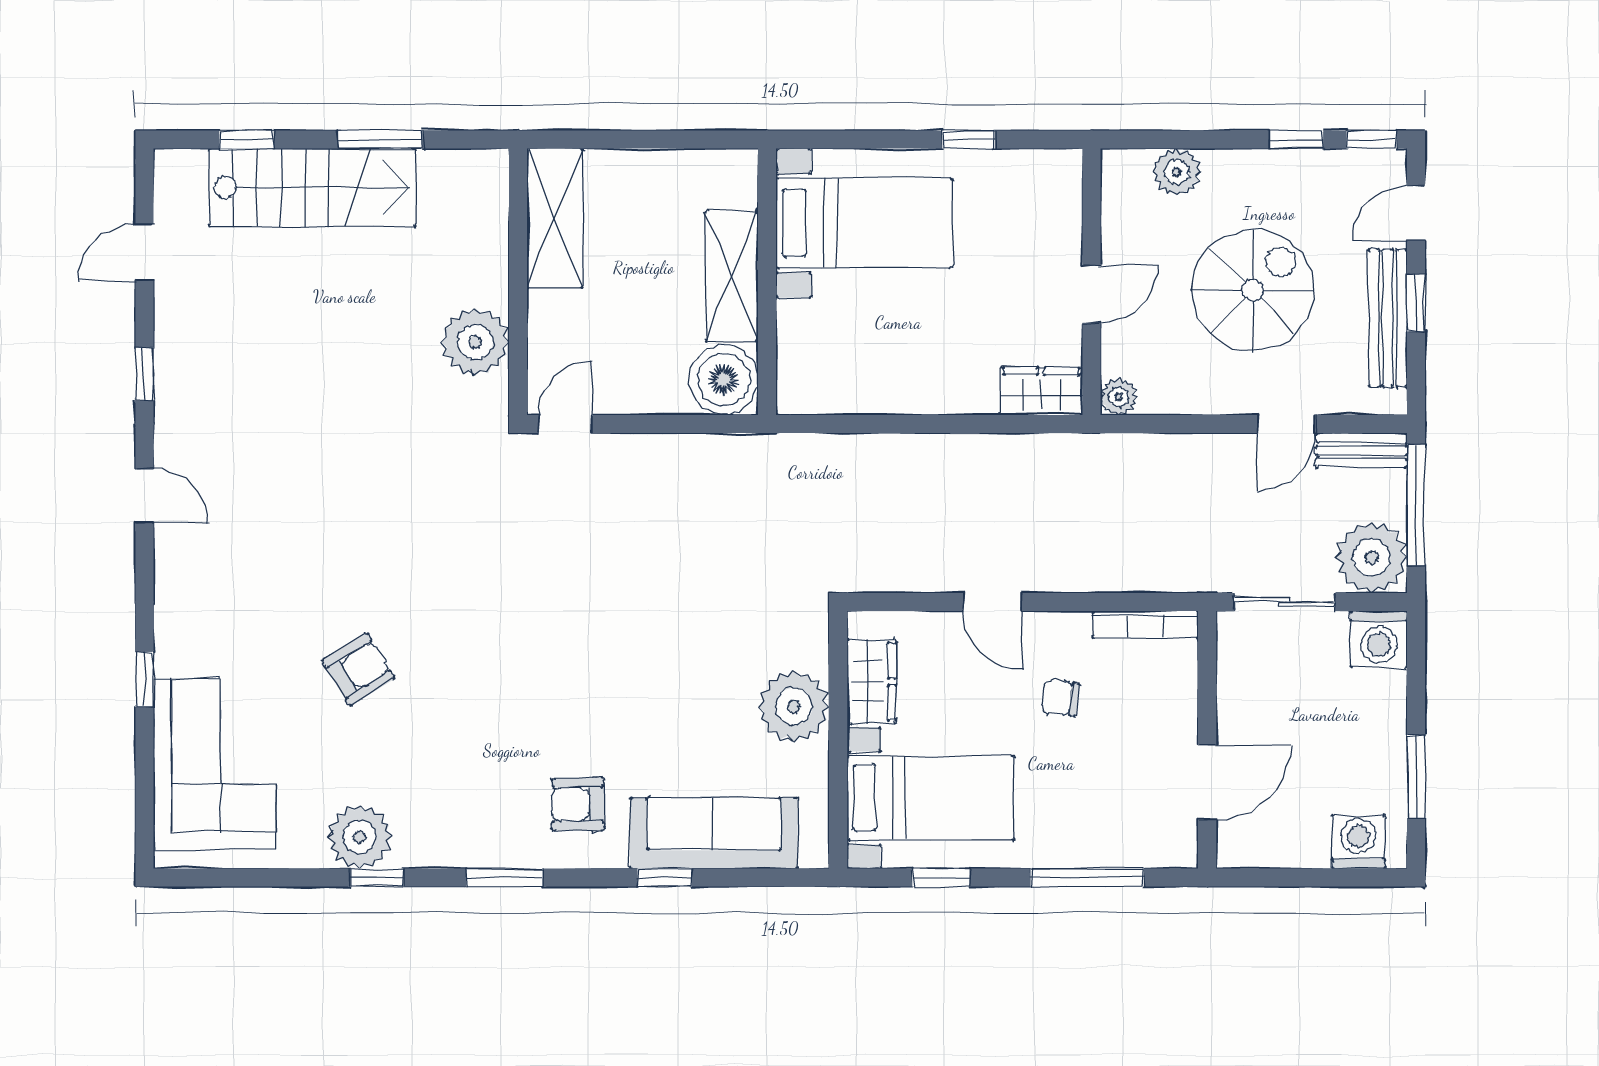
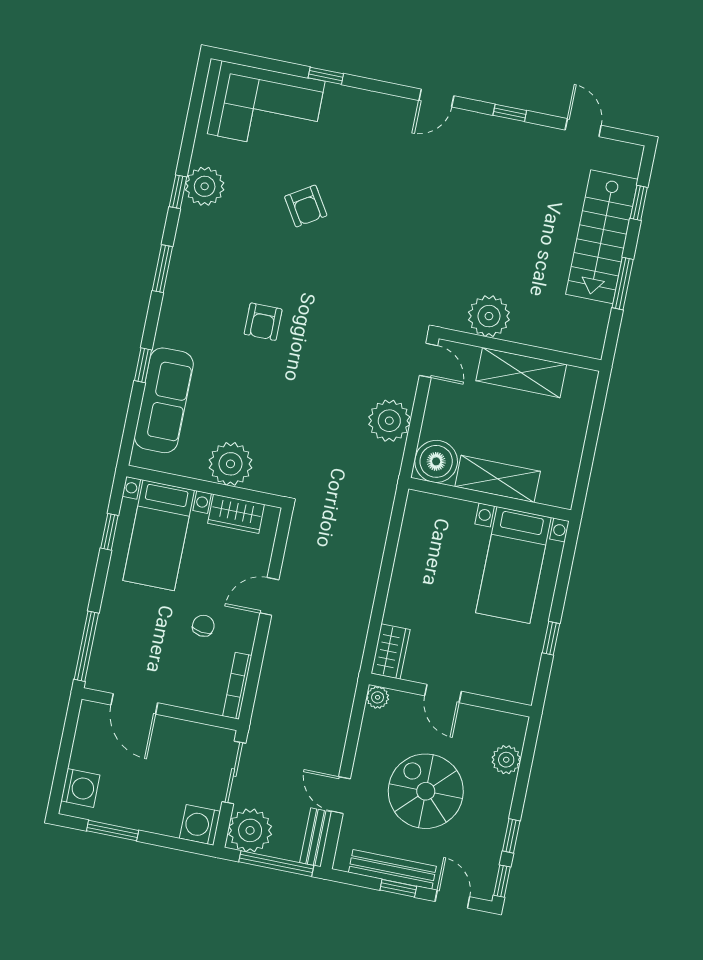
shelving: (555, 218) -> (521, 373), moved
spiral stairs: (1253, 290) -> (426, 791), turned 180
plant: (674, 467) -> (389, 421), added
armchair: (578, 804) -> (263, 322), moved, turned 180
window: (1087, 878) -> (86, 646), moved

